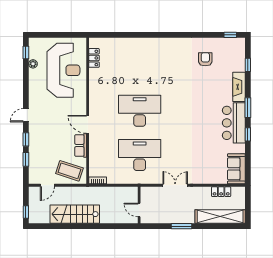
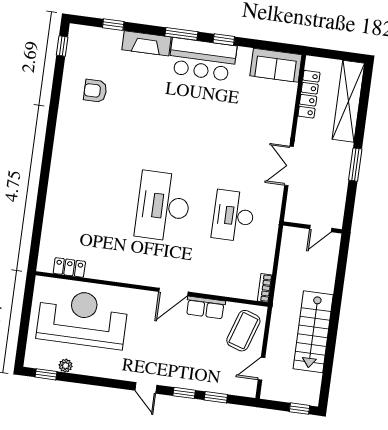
desk: (140, 155) -> (233, 216), width x0.73, depth x0.77
door: (47, 185) -> (262, 369), swing flipped
locker: (221, 192) -> (309, 94), width x1.53

